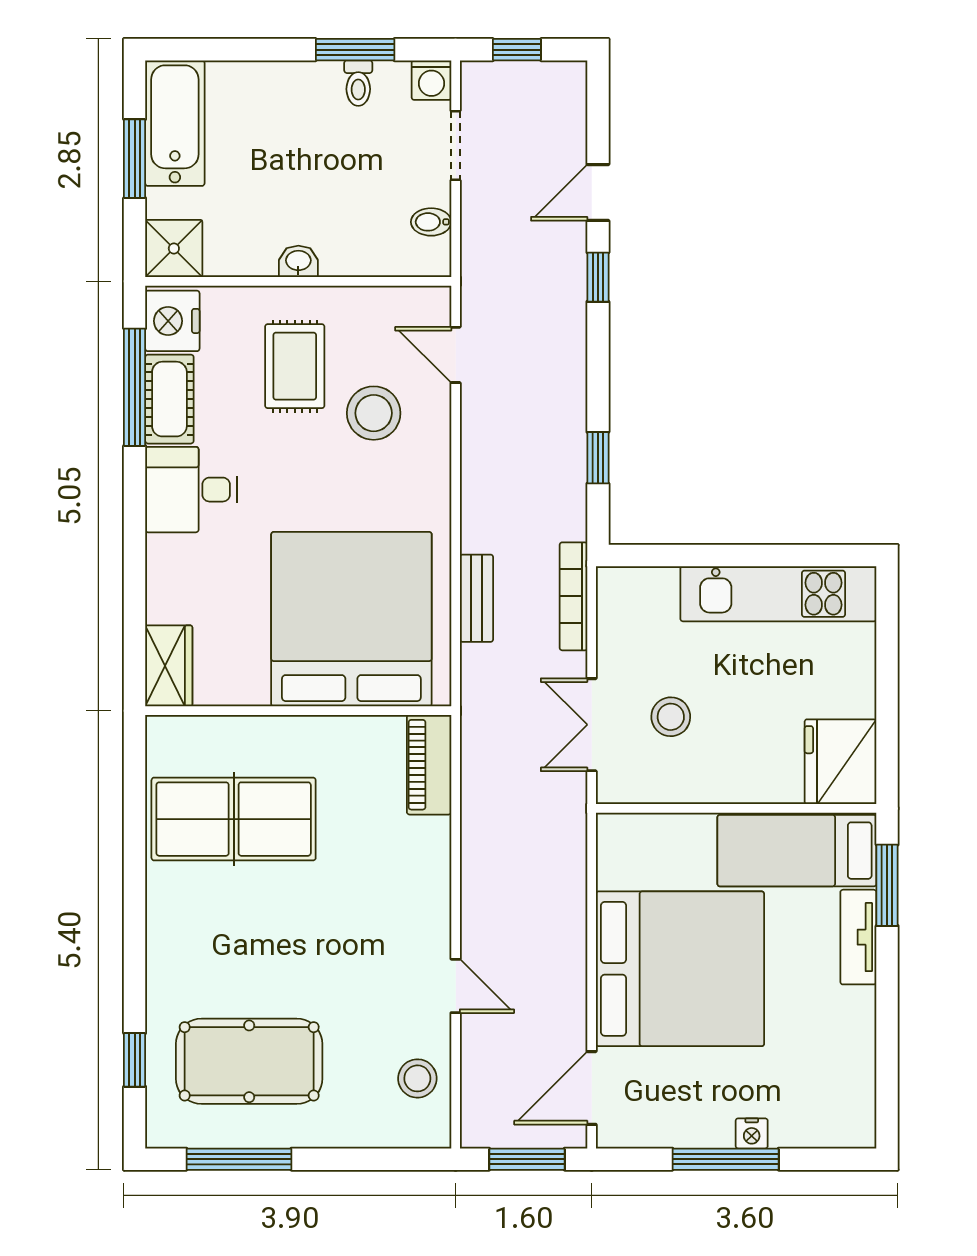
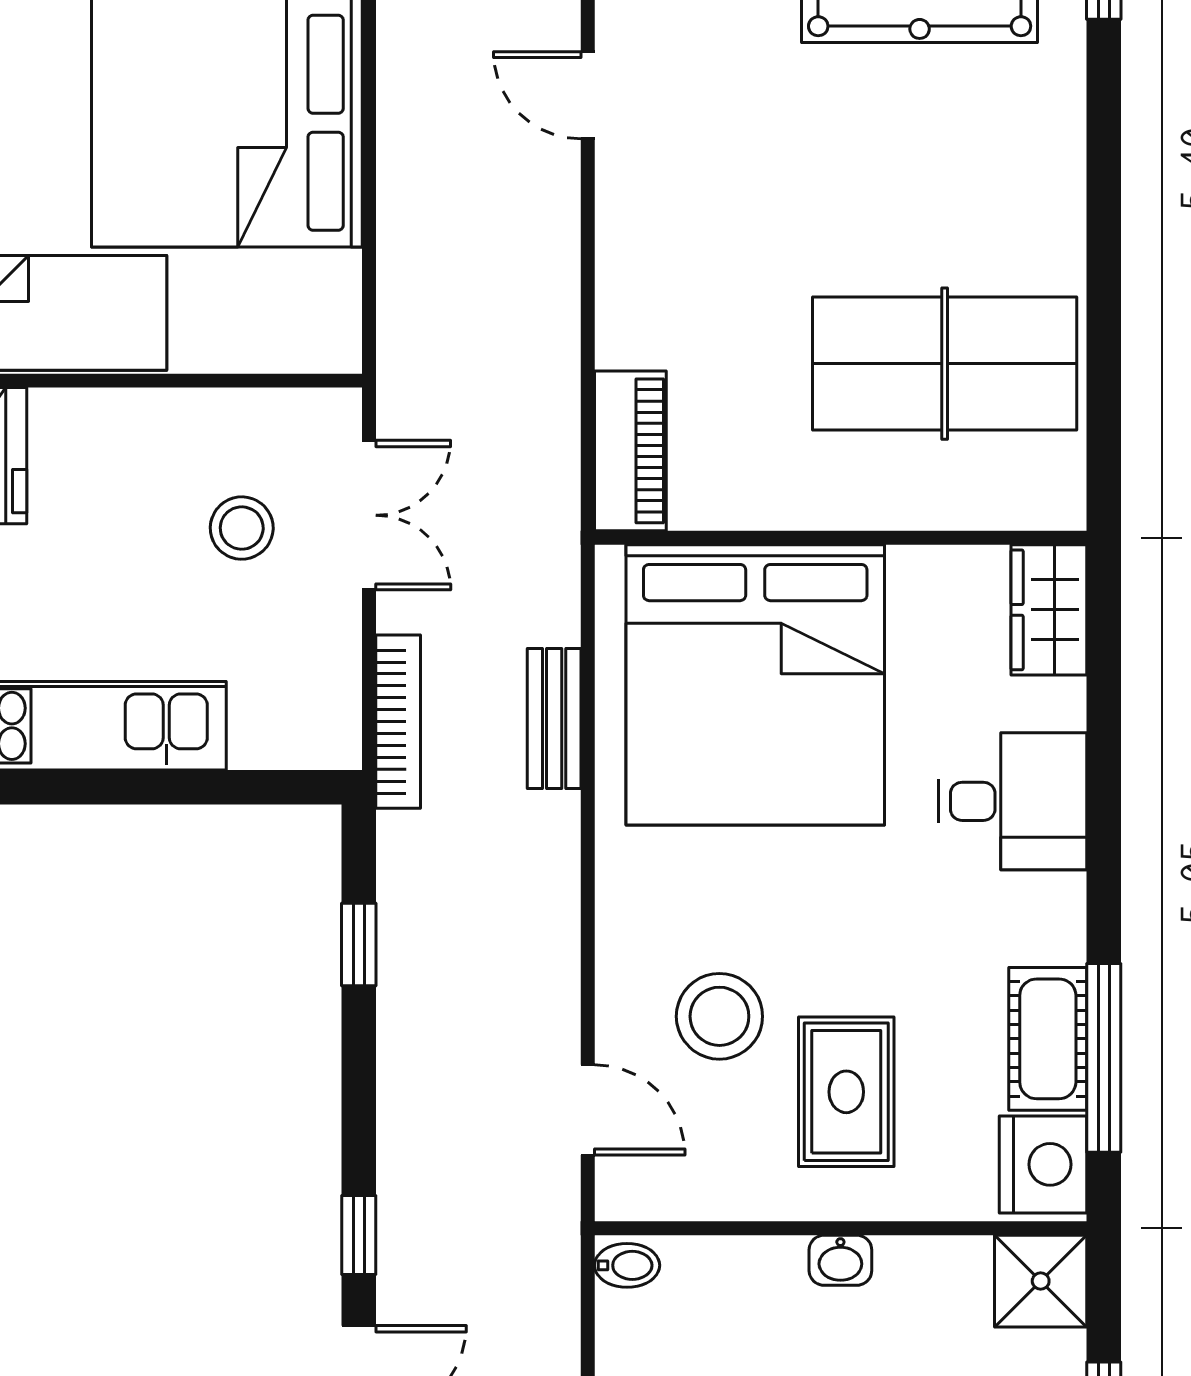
bidet: (431, 222) -> (627, 1265), moved
desk: (191, 490) -> (1013, 801), moved

